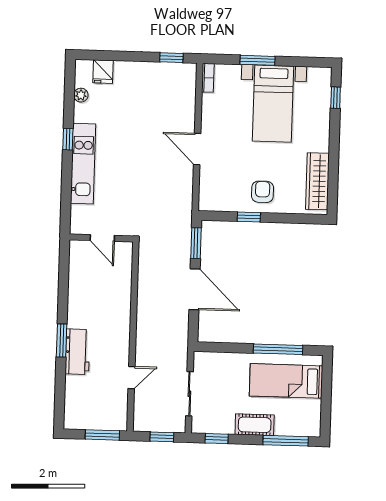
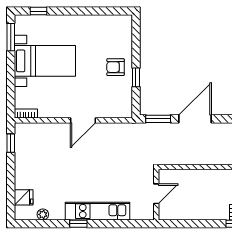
window: (258, 60) -> (11, 37), moved
wardrobe: (317, 181) -> (106, 24), removed

